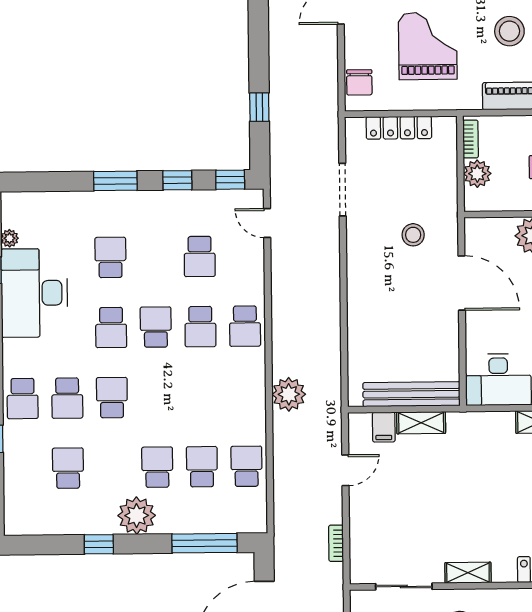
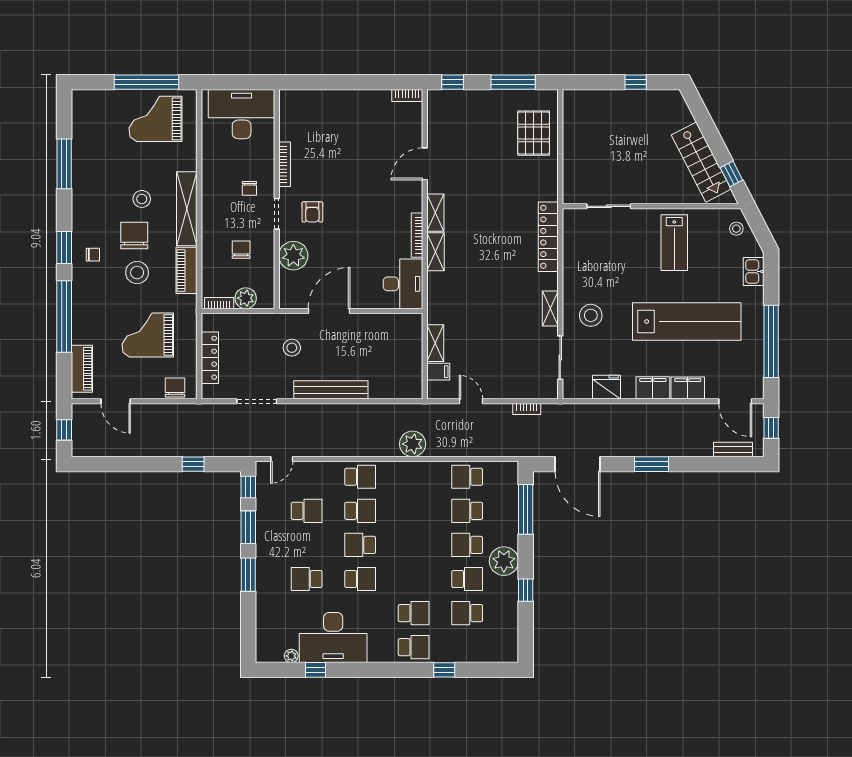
chair: (359, 82) -> (175, 388), turned -90
window: (177, 180) -> (248, 527), width x1.50
bench: (411, 394) -> (331, 390), moved, turned 90
school desk: (112, 398) -> (467, 579), moved, turned 180

